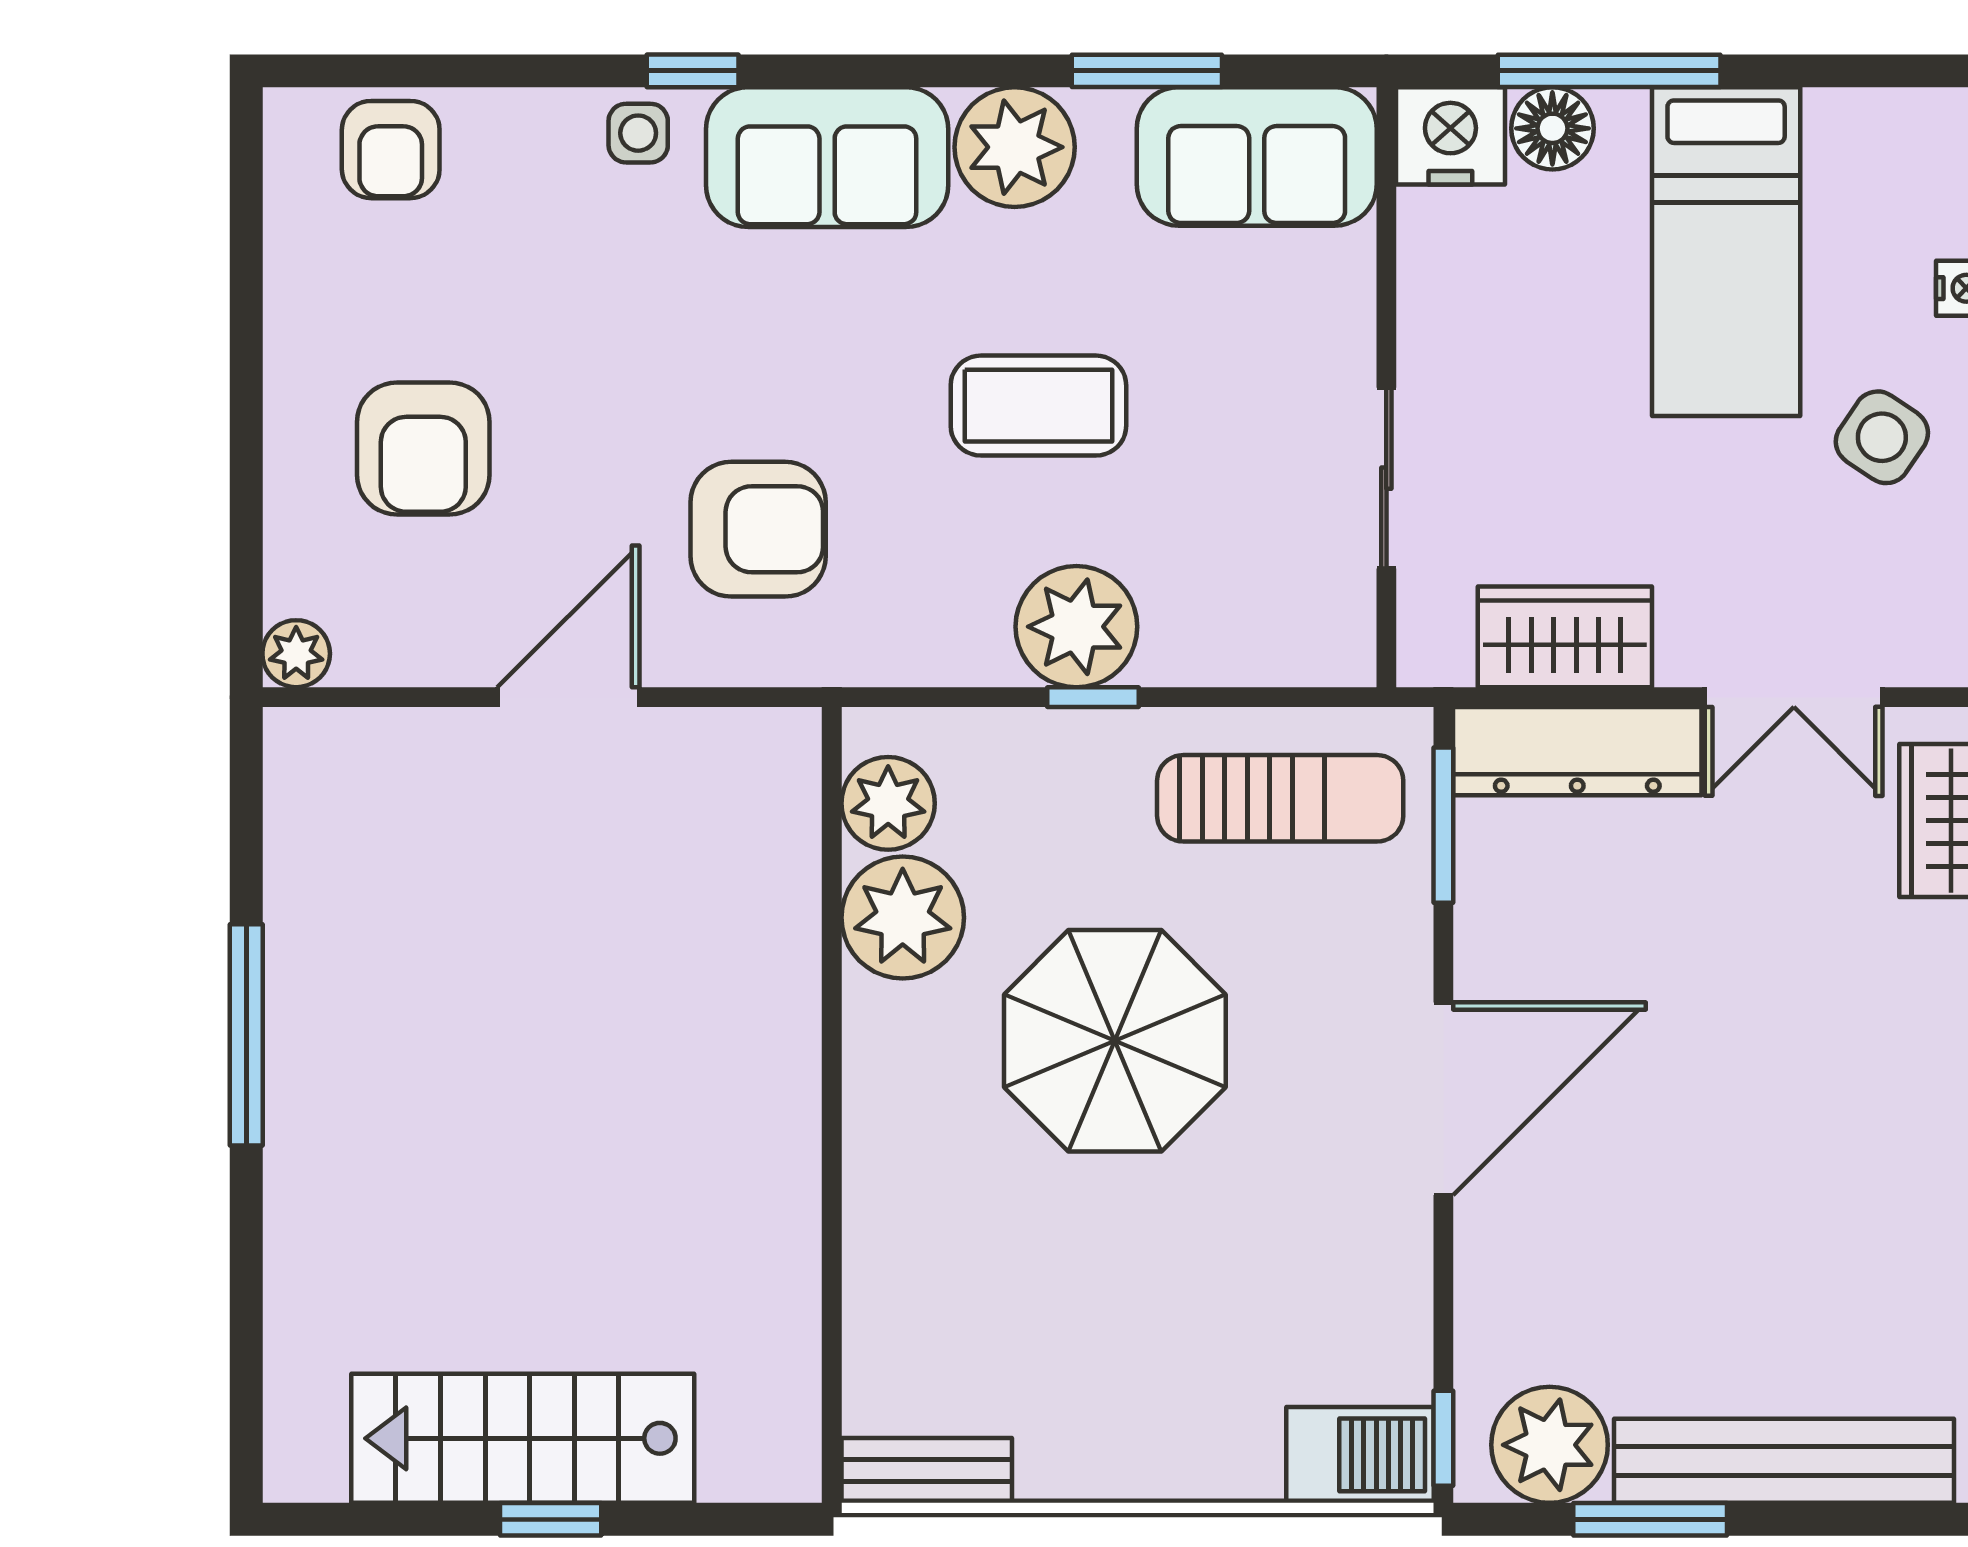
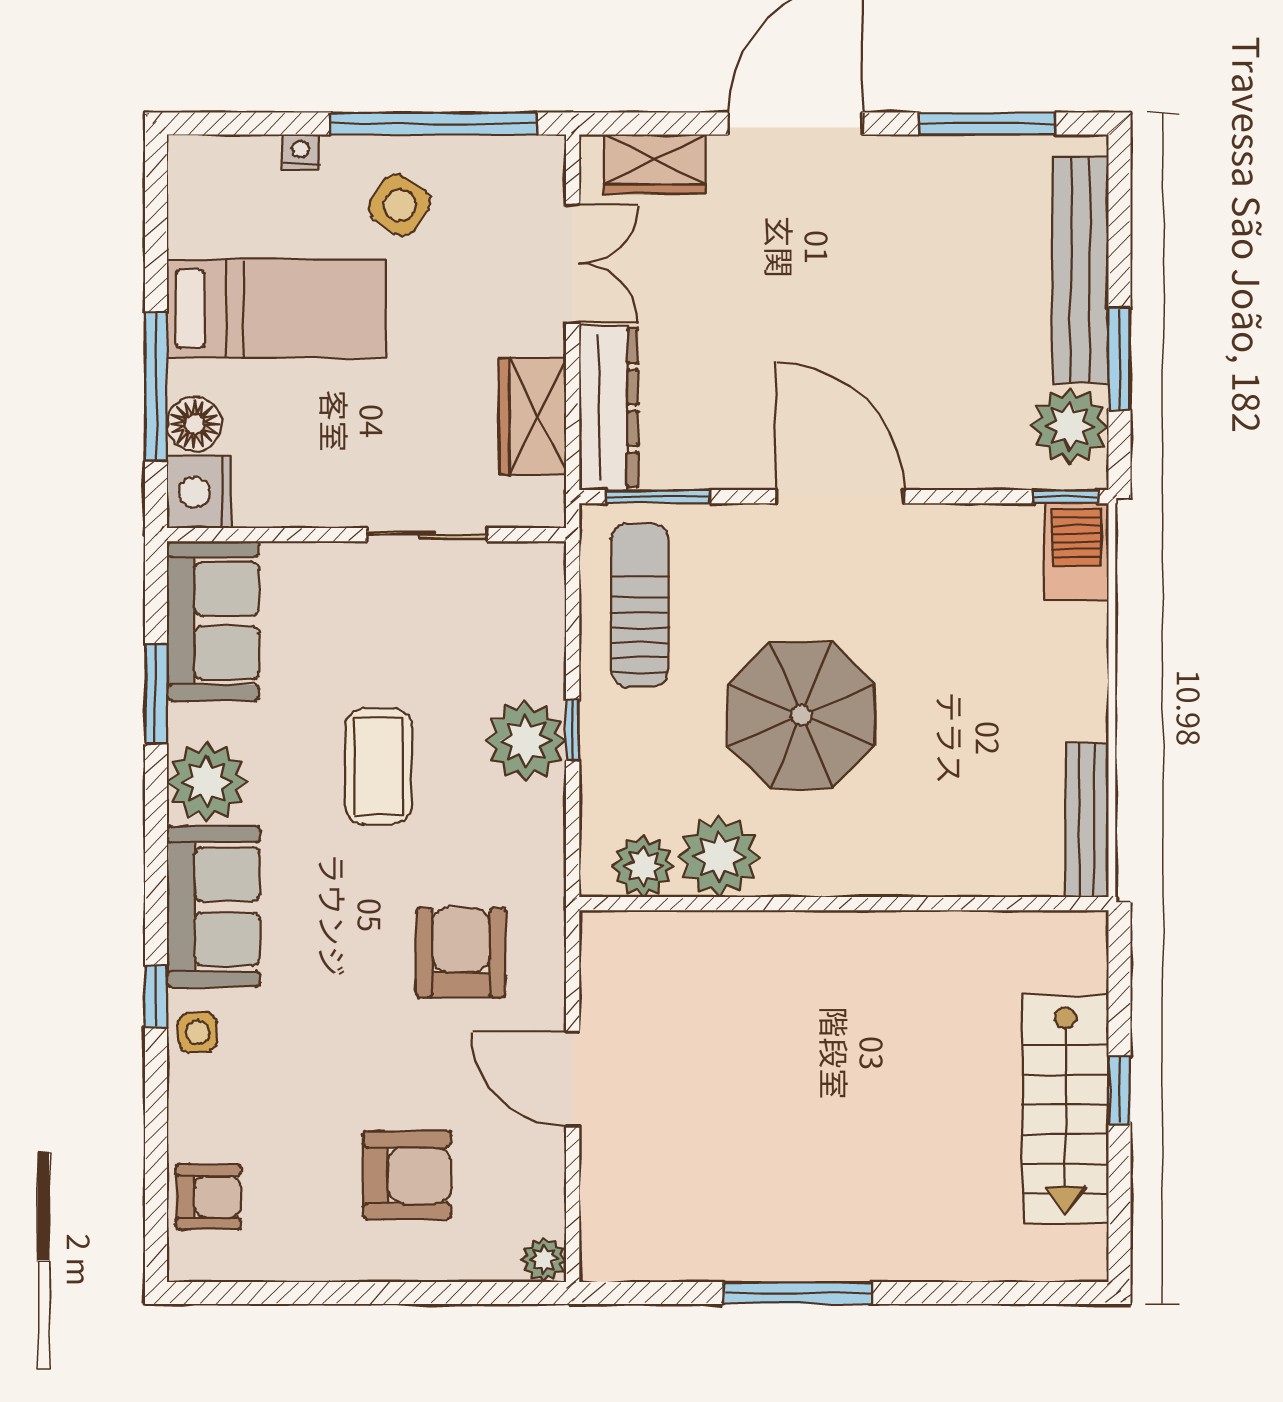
bench: (927, 1470) -> (1087, 820), width x1.36

